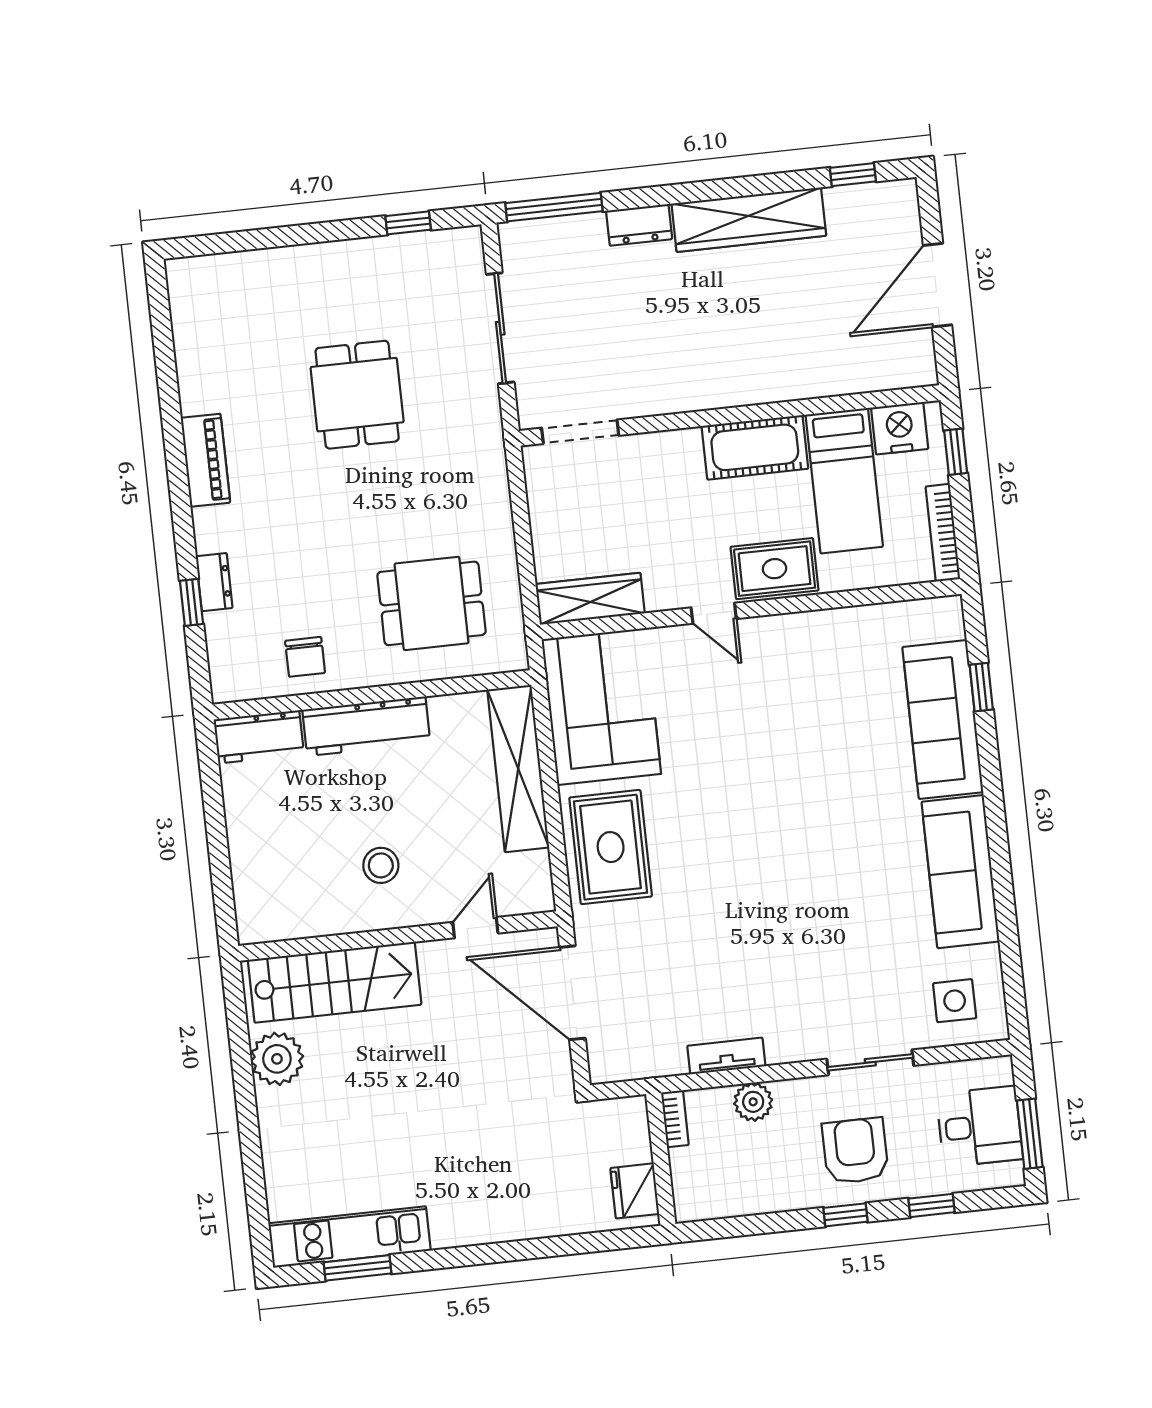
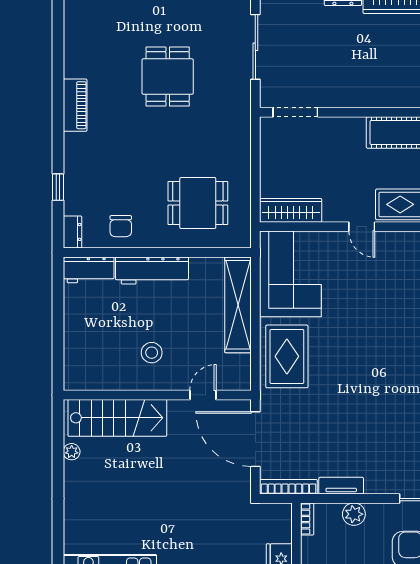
dresser: (214, 582) -> (72, 232), moved
plant: (277, 1059) -> (72, 452), width x0.53, depth x0.53
bookcase: (637, 1068) -> (288, 487), added

